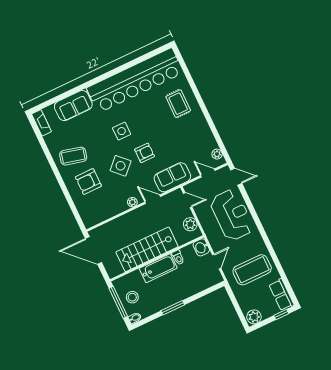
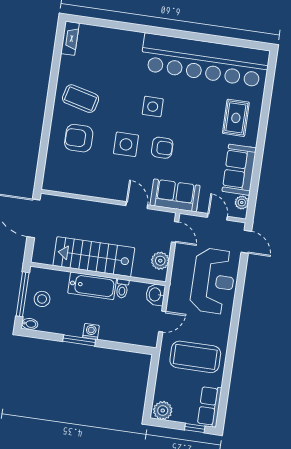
sofa: (73, 106) -> (239, 170), moved, turned 90
side table: (121, 166) -> (126, 144), turned 45
plant: (132, 202) -> (112, 194), removed
washing machine: (176, 297) -> (91, 331), added

